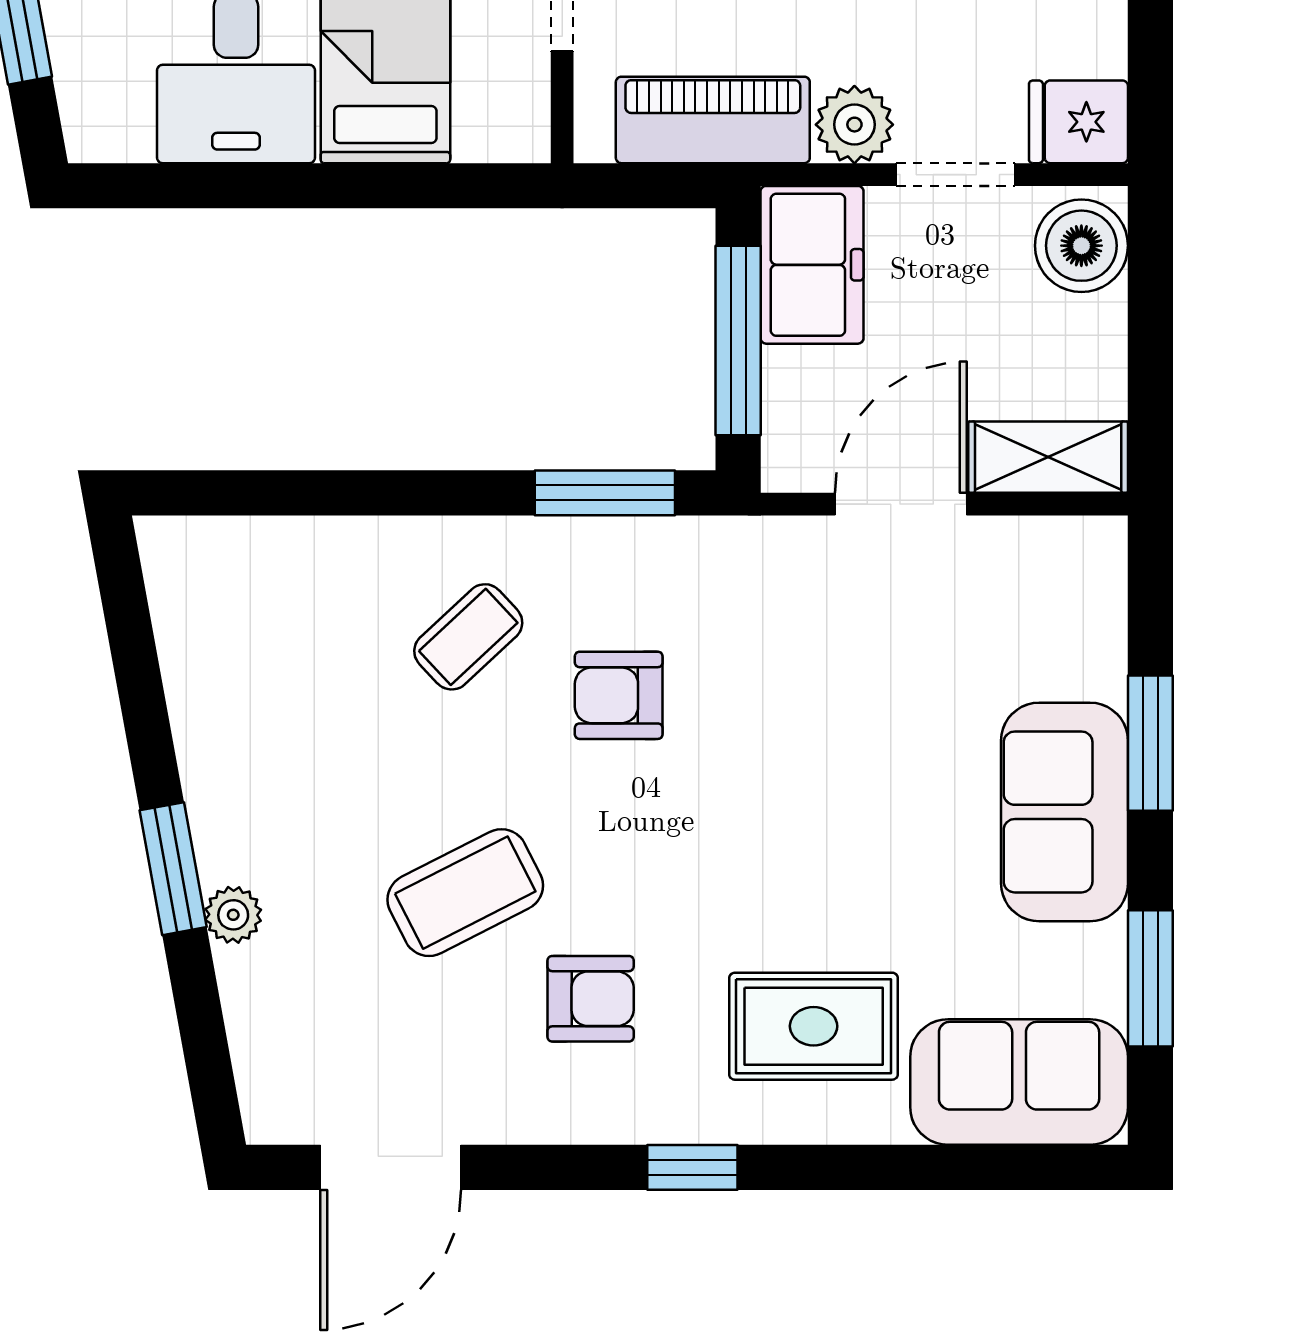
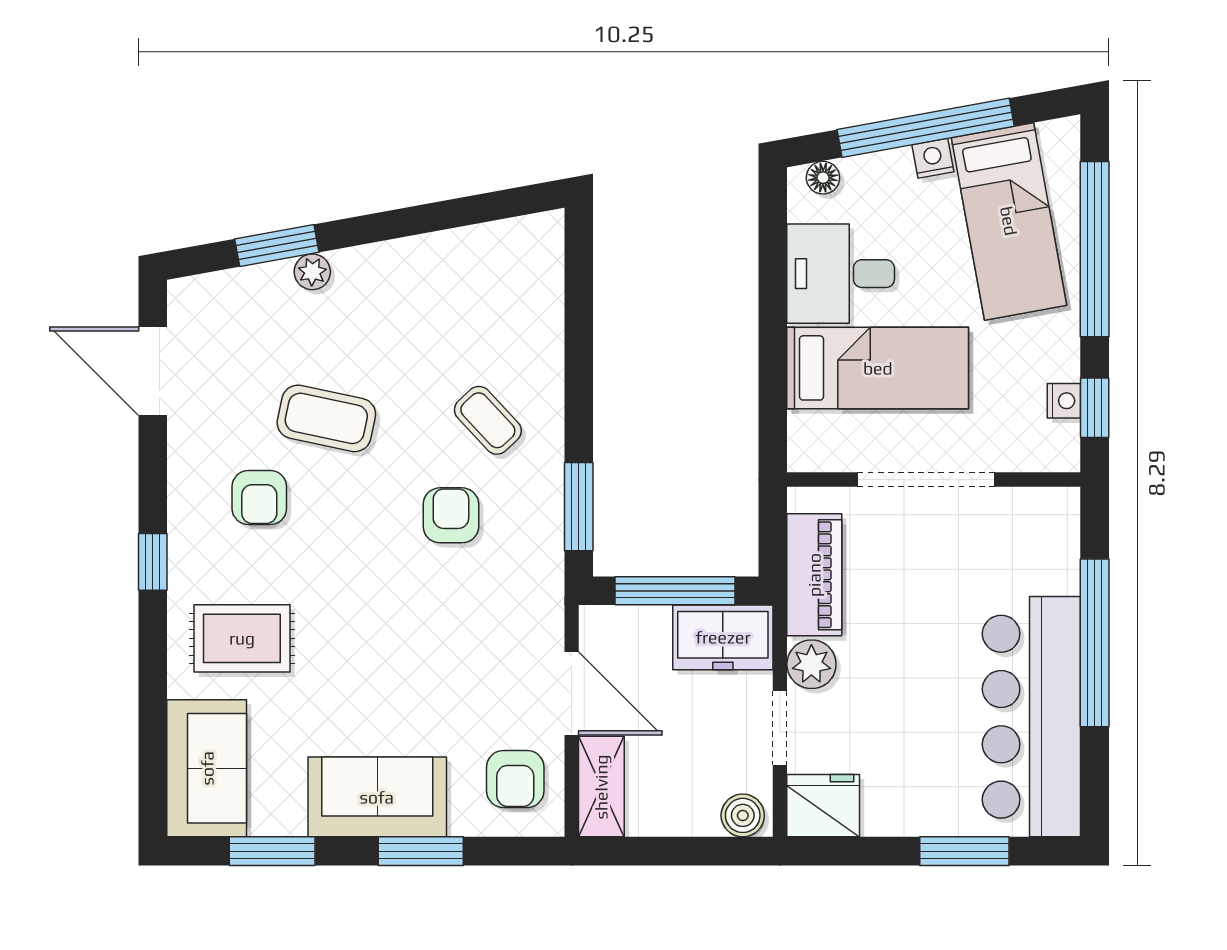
floor lamp: (84, 106) -> (823, 178), added
fridge: (1078, 122) -> (823, 806), width x1.38
boiler: (1081, 246) -> (743, 815), width x0.73, depth x0.73
armchair: (1036, 593) -> (515, 779), added
window: (173, 869) -> (277, 246), moved
coffee table: (465, 893) -> (326, 418), turned -51
rug: (814, 1026) -> (242, 638), turned 90

